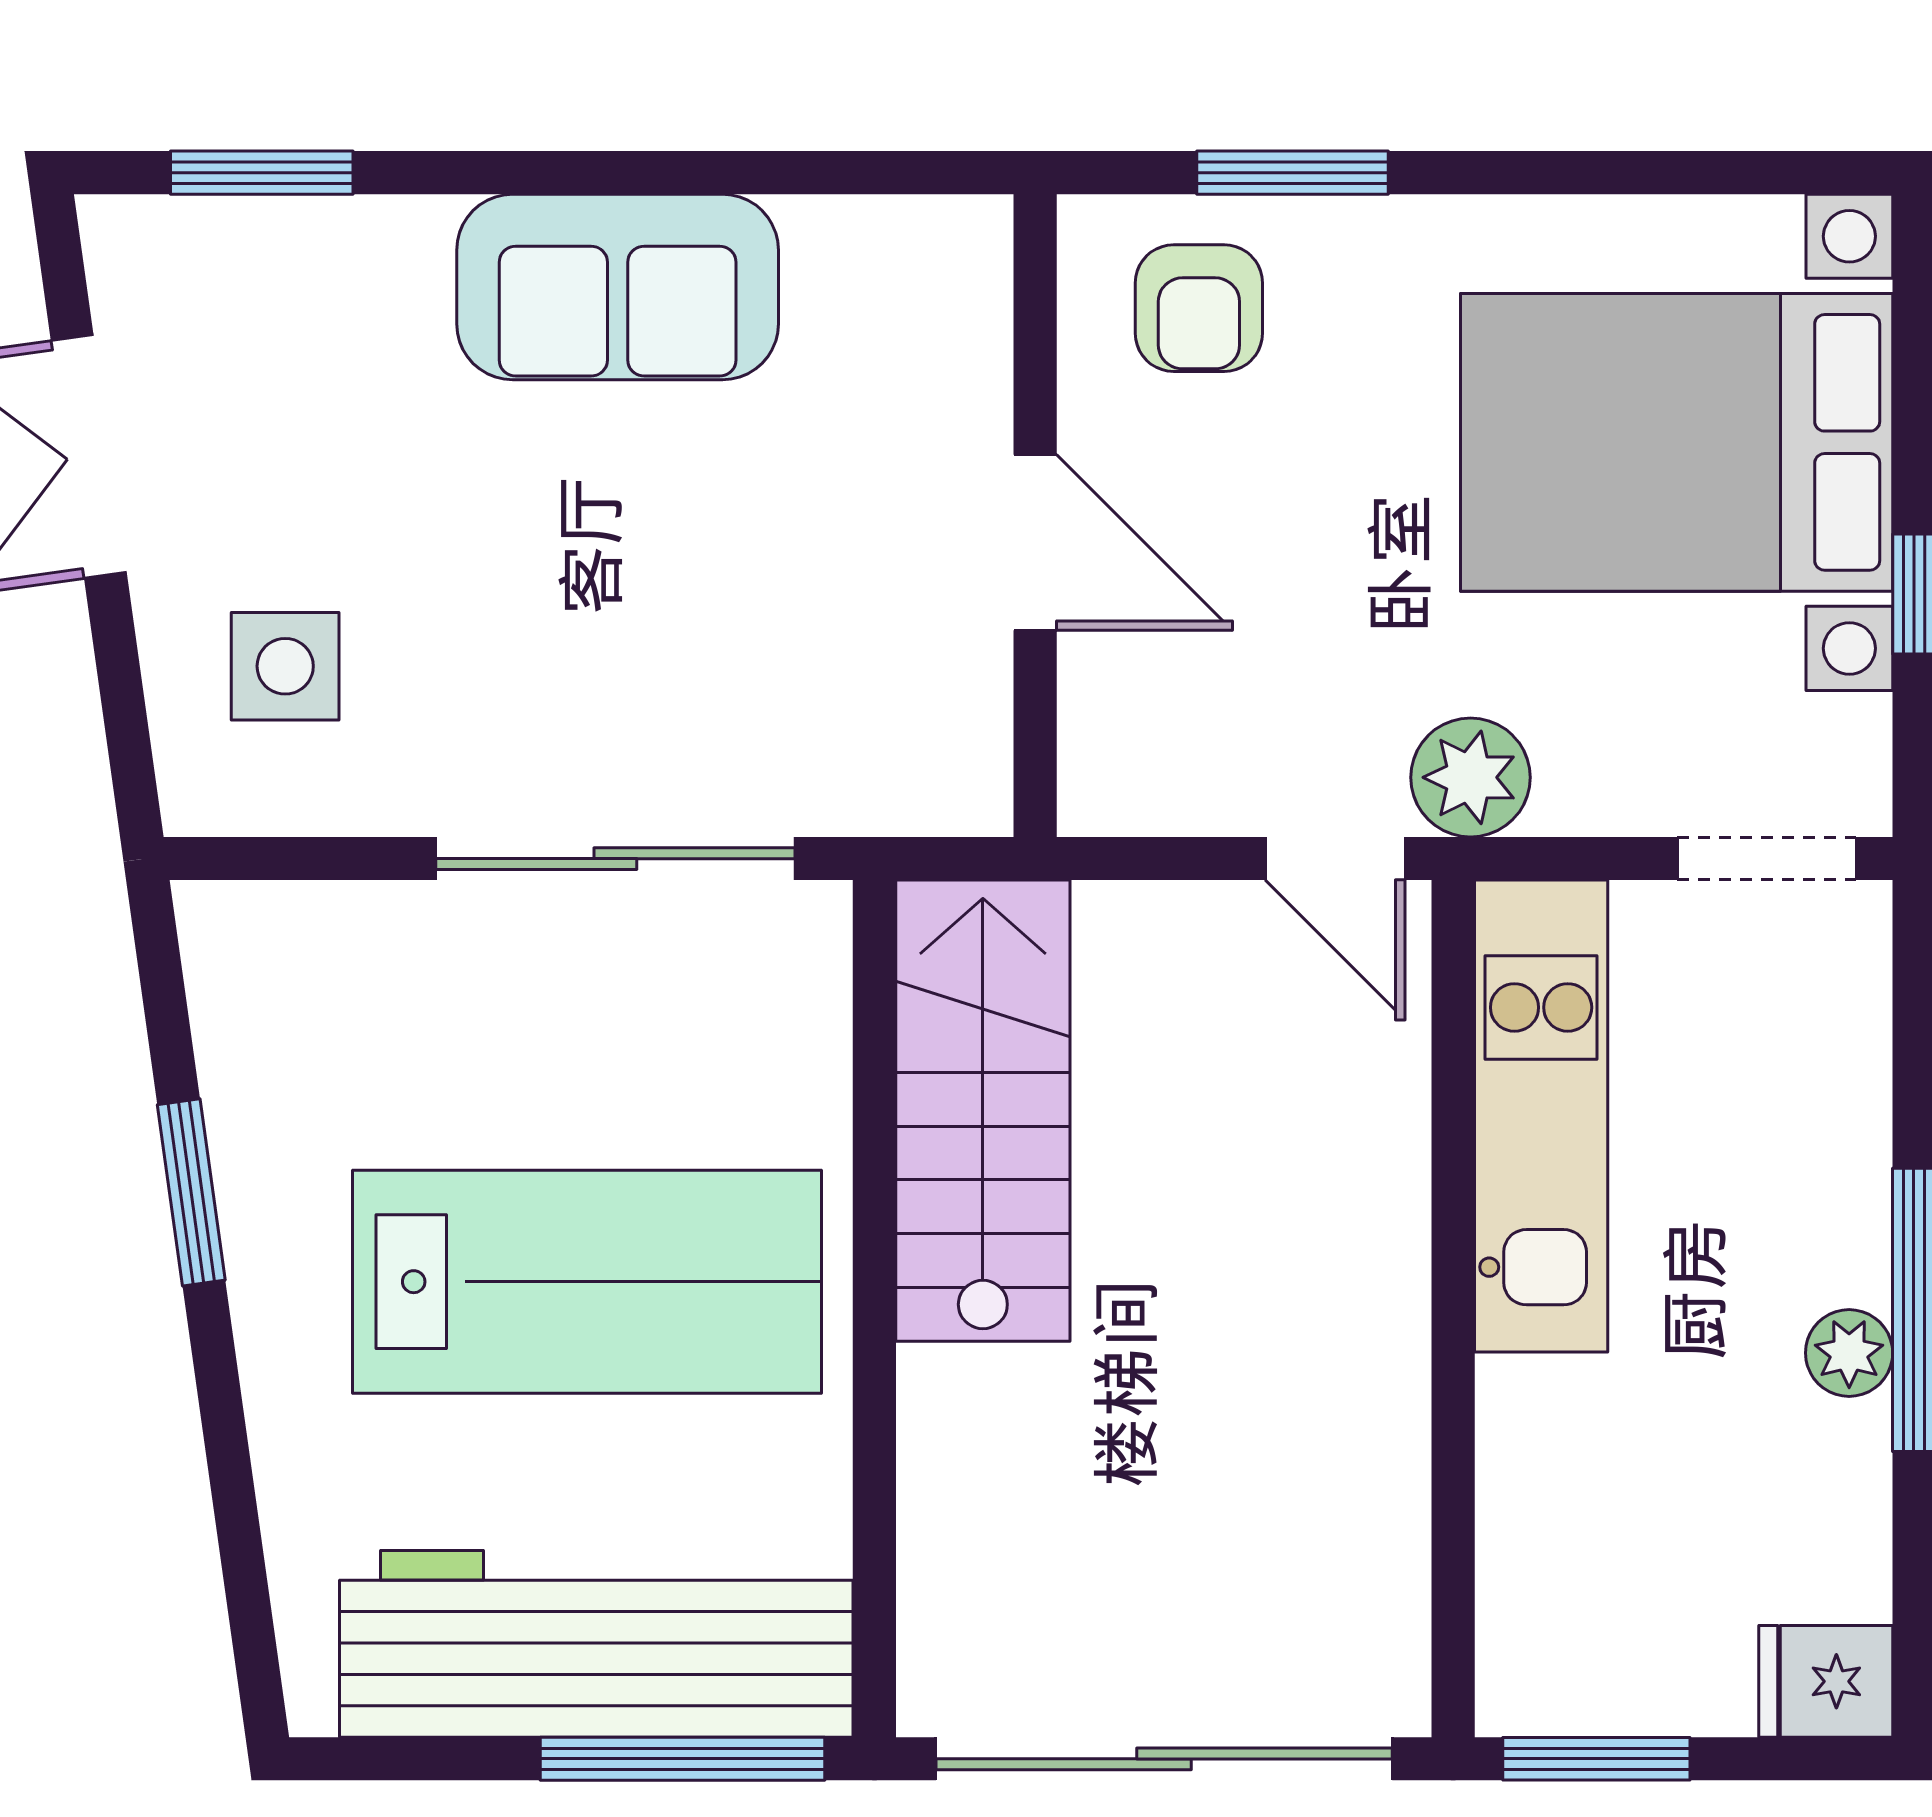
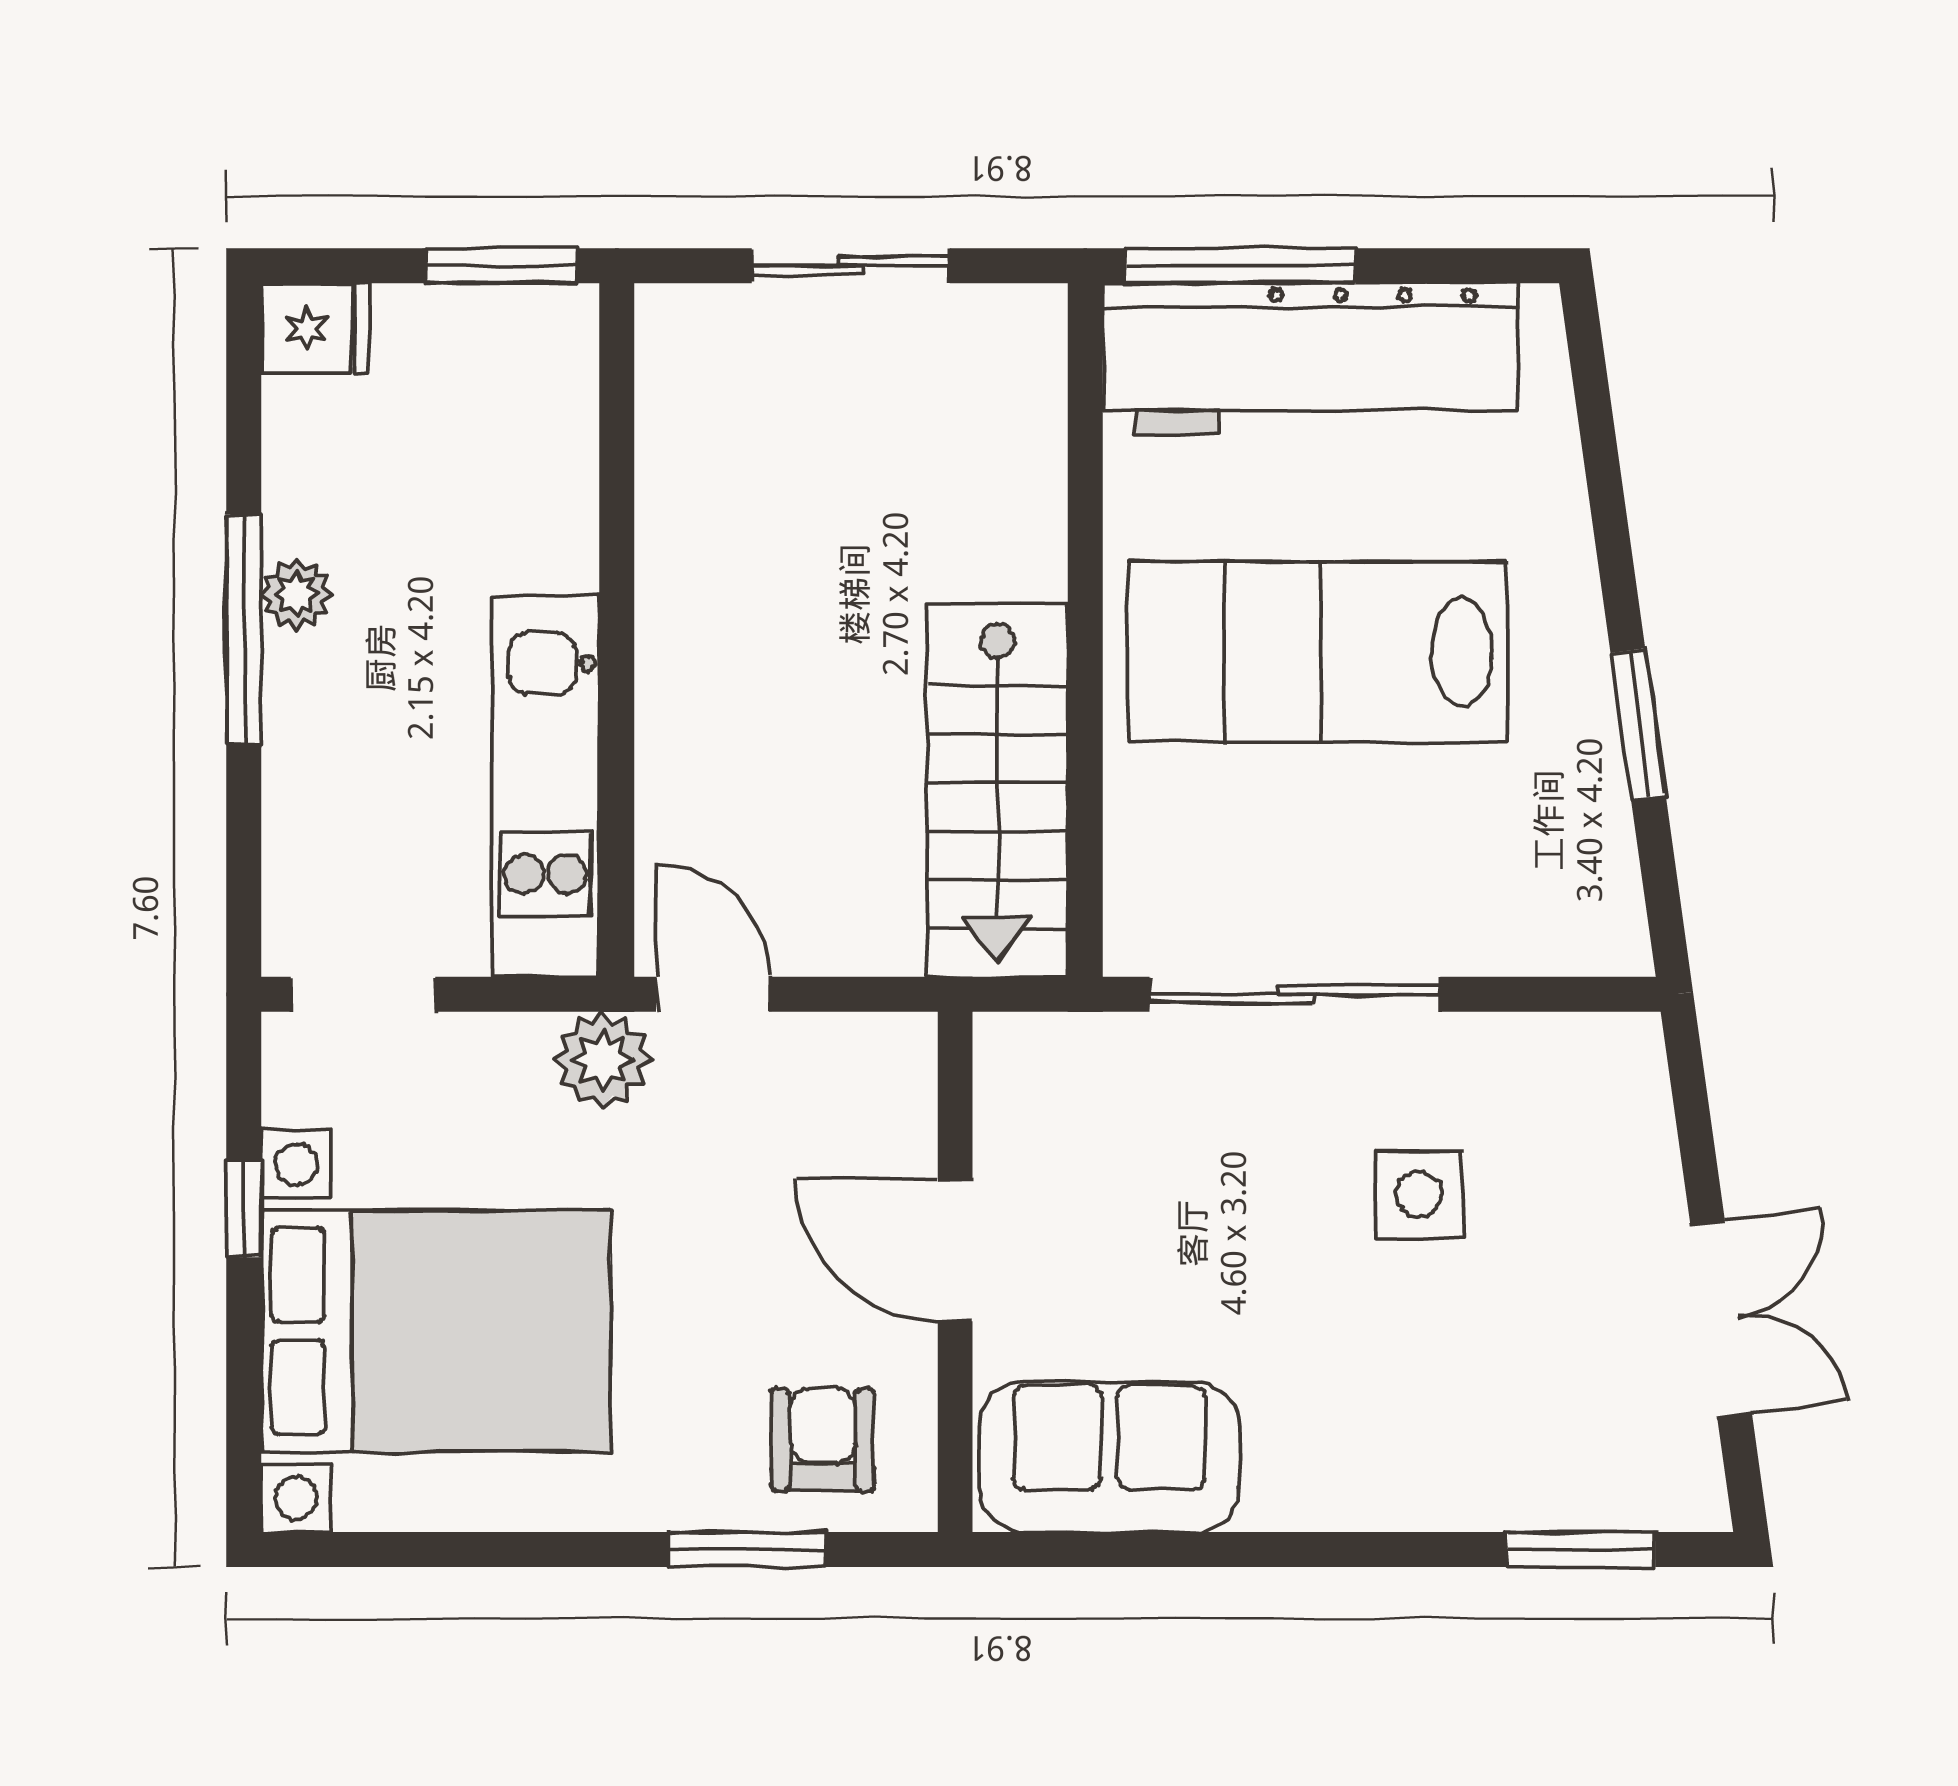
sofa: (618, 287) -> (1110, 1457), moved
side table: (285, 666) -> (1419, 1195), moved
sliding door: (1164, 1759) -> (851, 266), width x0.54

